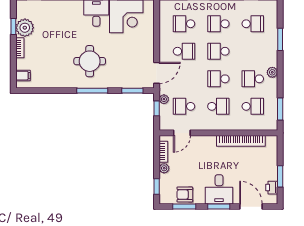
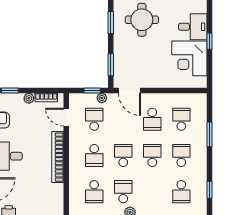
window: (92, 91) -> (111, 22), width x0.69
bookcase: (241, 141) -> (58, 157), moved

